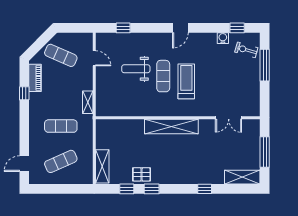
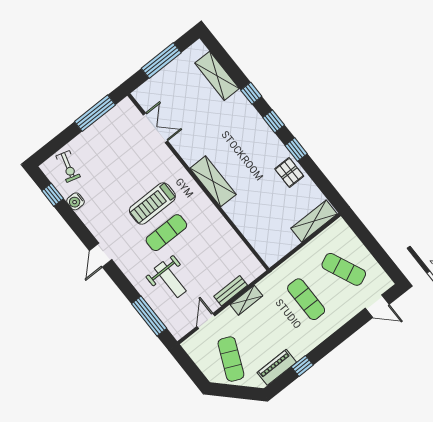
window: (123, 28) -> (149, 316), width x2.17
door: (180, 28) -> (101, 255), swing flipped
window: (265, 65) -> (95, 113), moved
weight bench: (136, 69) -> (170, 280), moved
bench: (100, 86) -> (231, 291), added
shelving: (88, 102) -> (246, 300), moved
shelving: (171, 126) -> (213, 181), width x0.68
shelving: (242, 177) -> (217, 76), moved
window: (127, 189) -> (274, 121), moved

